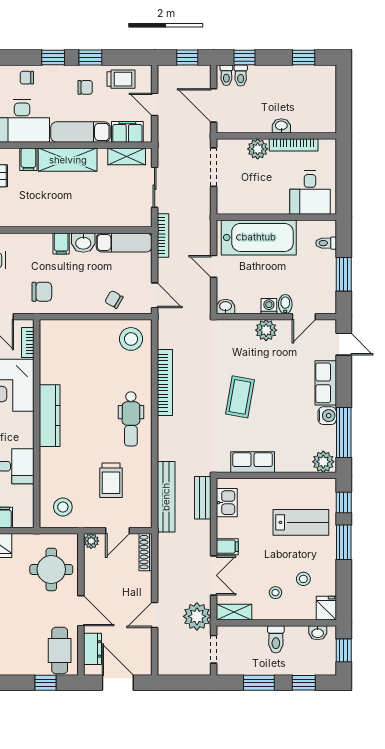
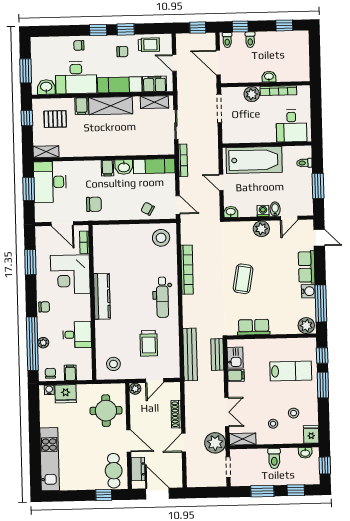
toilet: (241, 76) -> (250, 40), moved
filing cabinet: (227, 547) -> (236, 375), moved
shoe rack: (145, 552) -> (176, 414), moved

